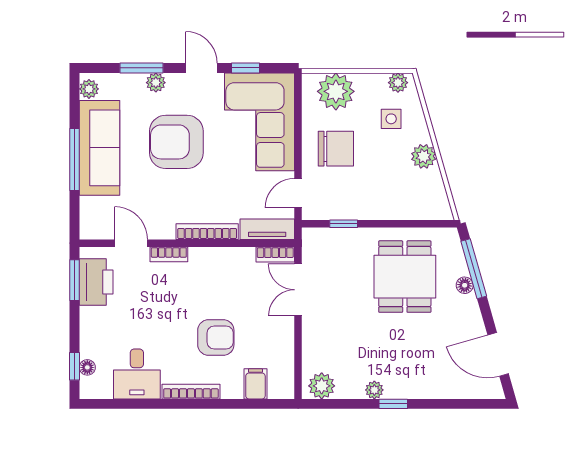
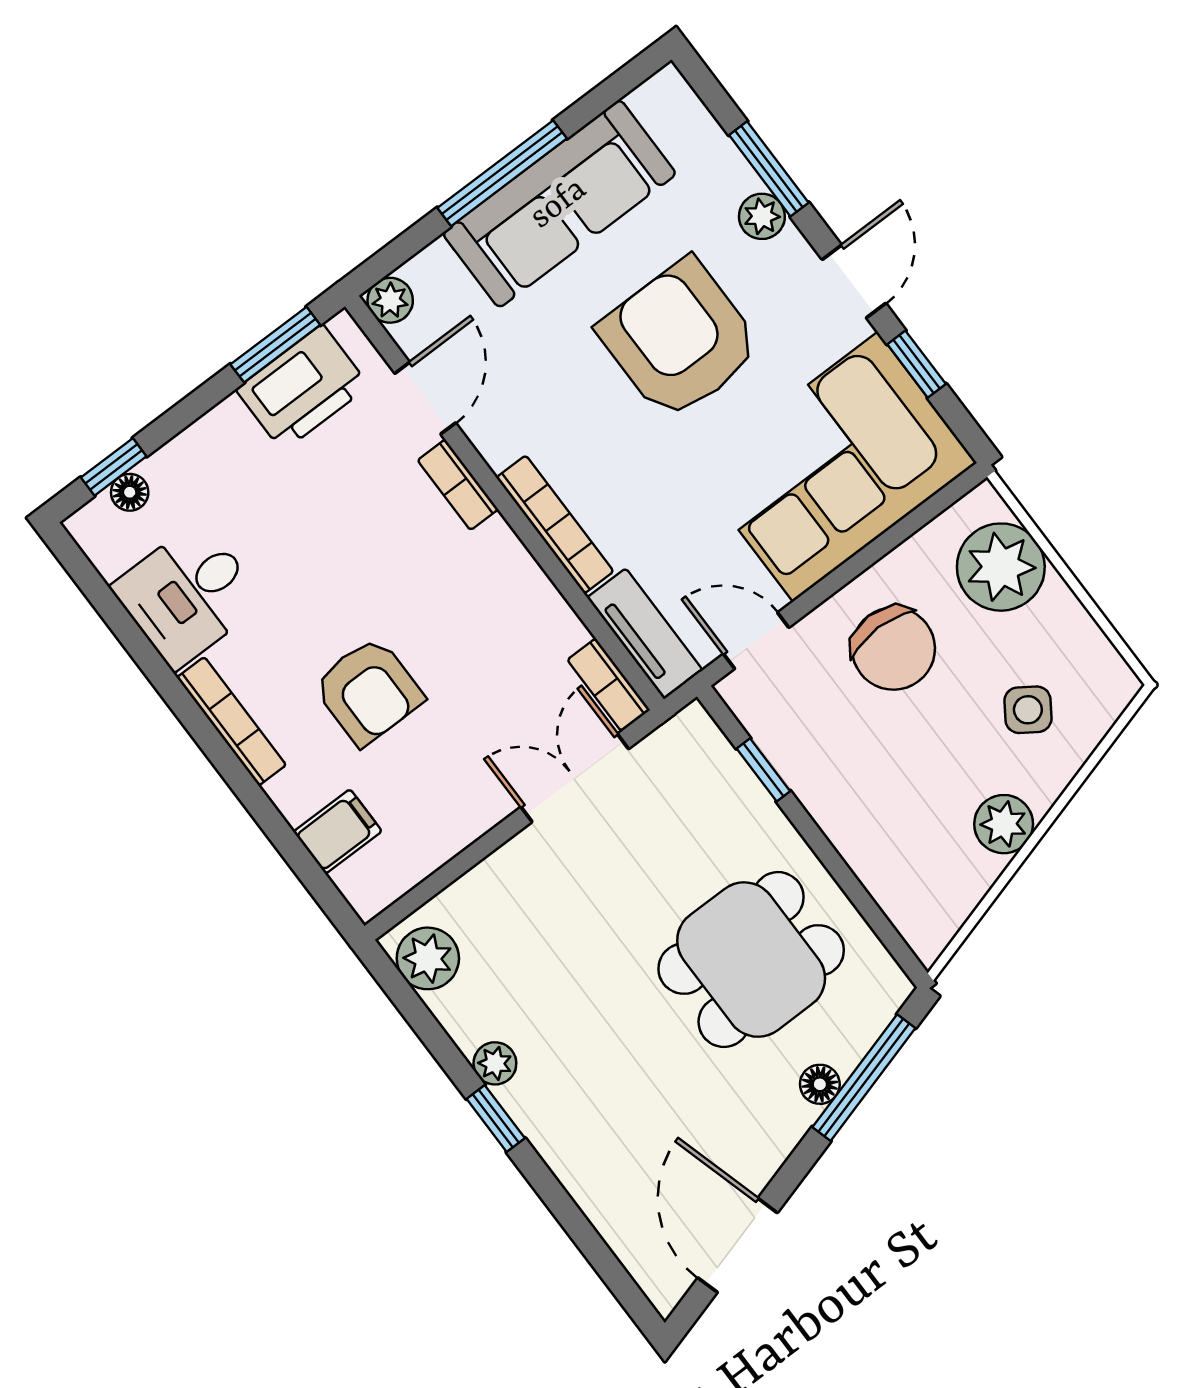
plant: (398, 83) -> (1106, 671), removed
plant: (89, 89) -> (390, 300), moved
side table: (391, 119) -> (1028, 710), turned 34

